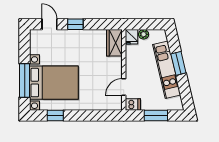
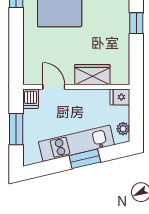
plant: (144, 34) -> (123, 129), moved
wardrobe: (114, 43) -> (92, 75), moved

